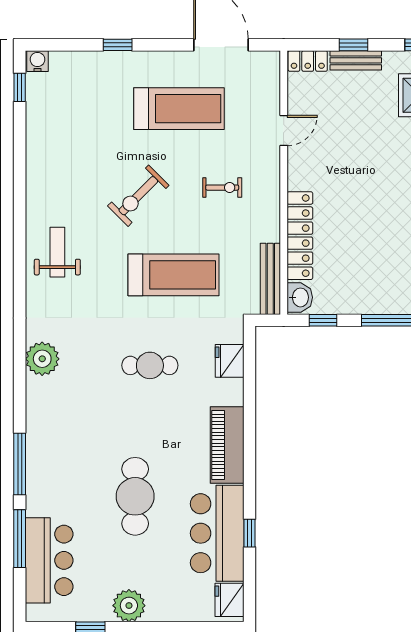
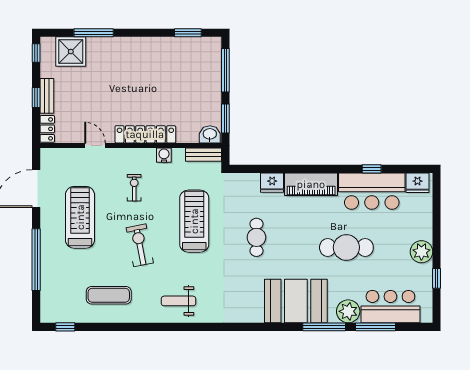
window: (118, 45) -> (36, 260), width x3.17
water cooler: (37, 61) -> (164, 155), moved, turned 90
exercise mat: (66, 150) -> (109, 295), added
exercise bike: (138, 196) -> (140, 245), turned -146
locker: (300, 236) -> (145, 134), moved
bench: (270, 279) -> (204, 155), width x0.73
window: (323, 320) -> (225, 118), width x1.50
plant: (42, 359) -> (348, 311), moved
fridge: (230, 361) -> (272, 183), moved
booth: (57, 423) -> (296, 301), added

